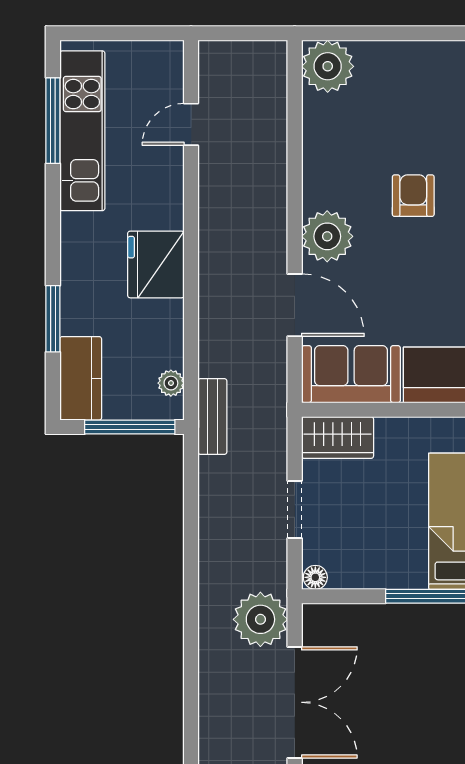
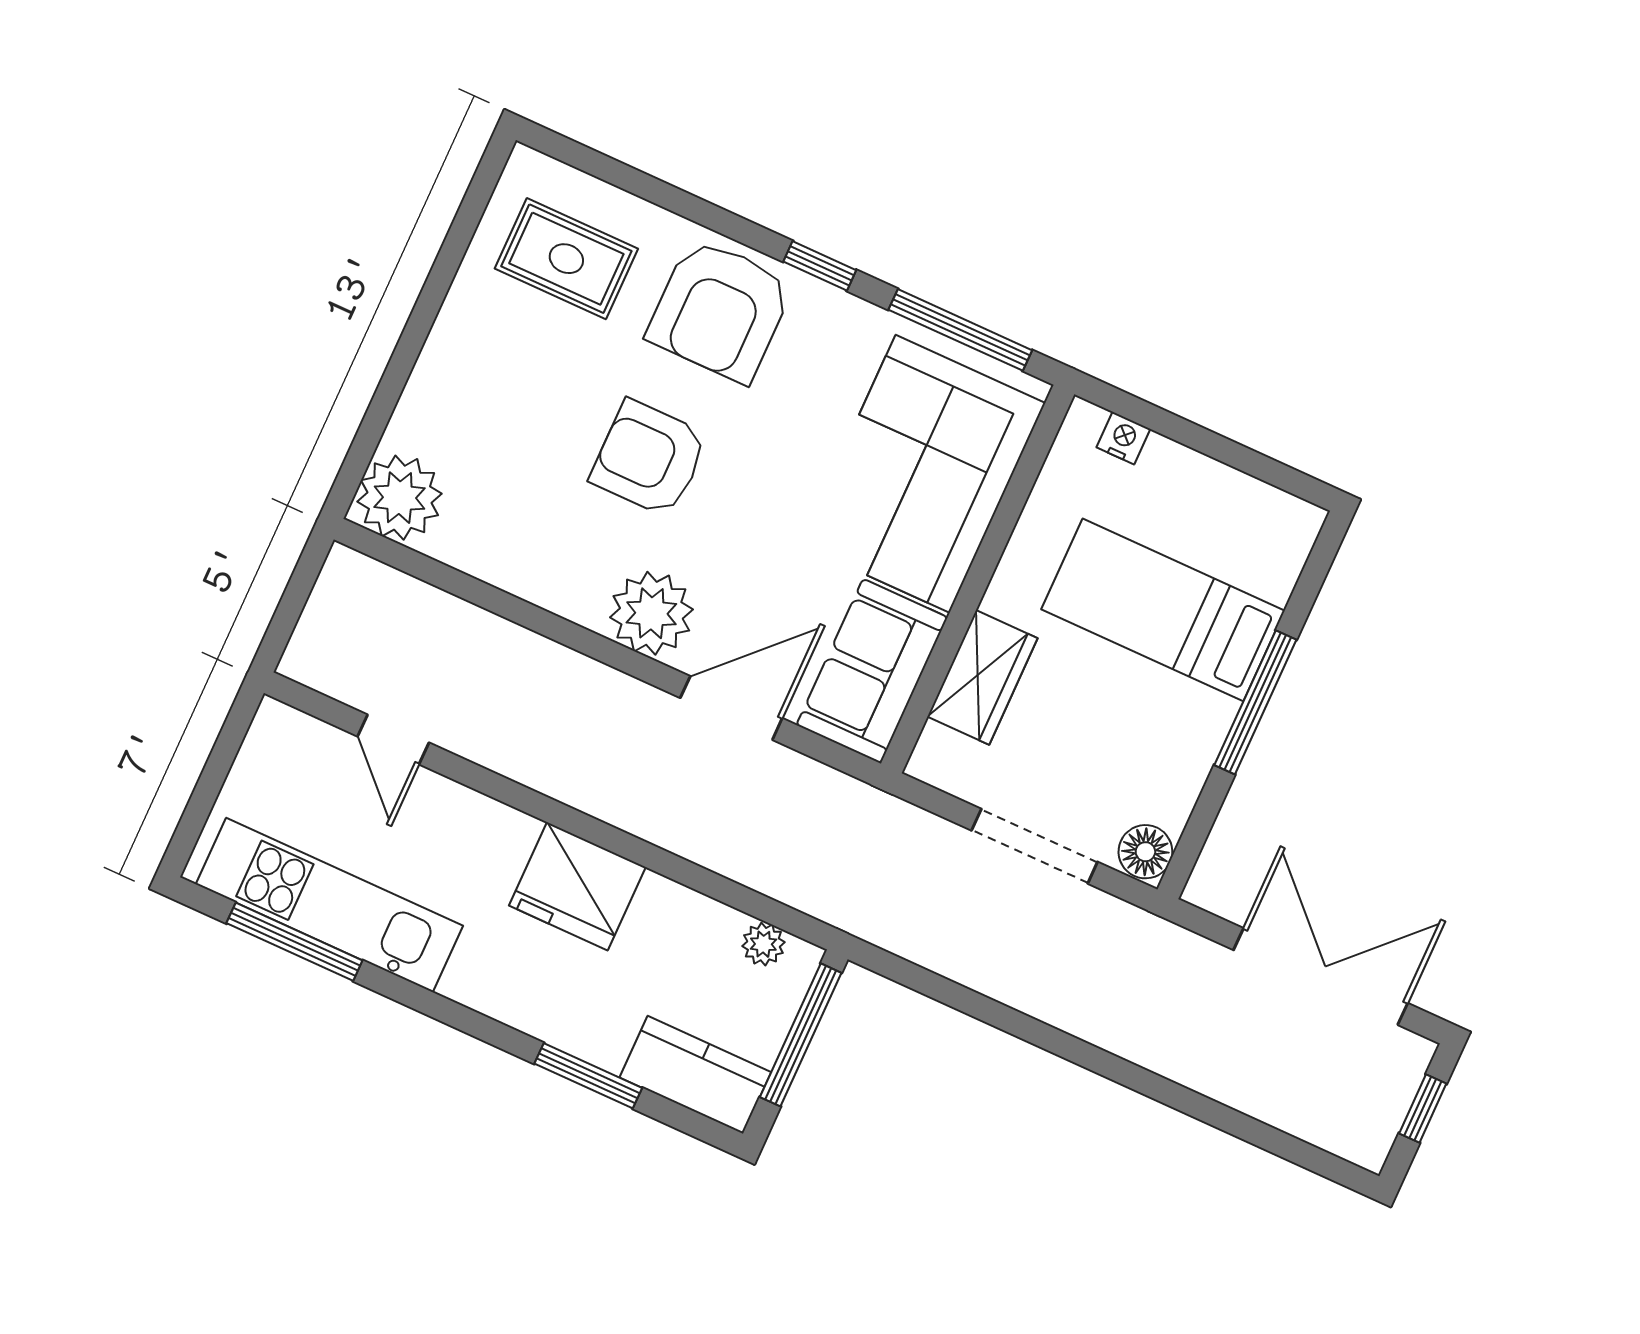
armchair: (413, 196) -> (649, 458), width x1.38, depth x1.38
bench: (212, 416) -> (841, 905), removed
wardrobe: (338, 437) -> (982, 677), moved
doorway: (295, 510) -> (1034, 846), width x1.38
floor lamp: (315, 577) -> (1145, 852), width x1.37, depth x1.37
plant: (260, 619) -> (1174, 971), removed

